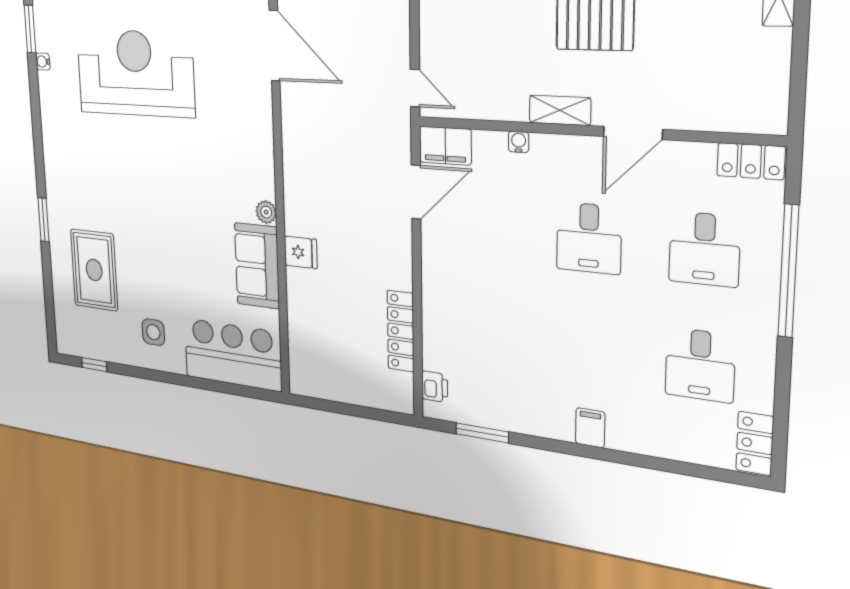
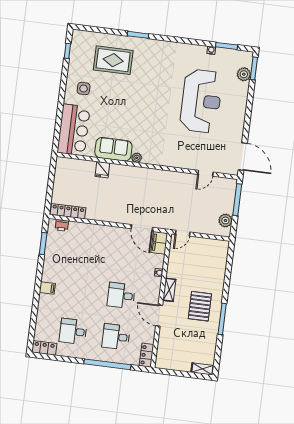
door: (275, 46) -> (206, 173), width x0.53
fridge: (301, 252) -> (102, 170), moved
locker: (401, 331) -> (68, 211), moved

